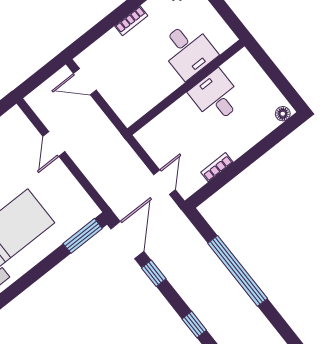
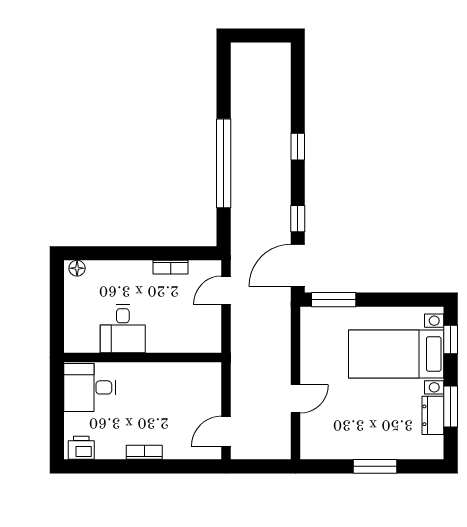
desk: (188, 50) -> (90, 387), moved, turned -90
door: (85, 82) -> (226, 431), swing flipped

